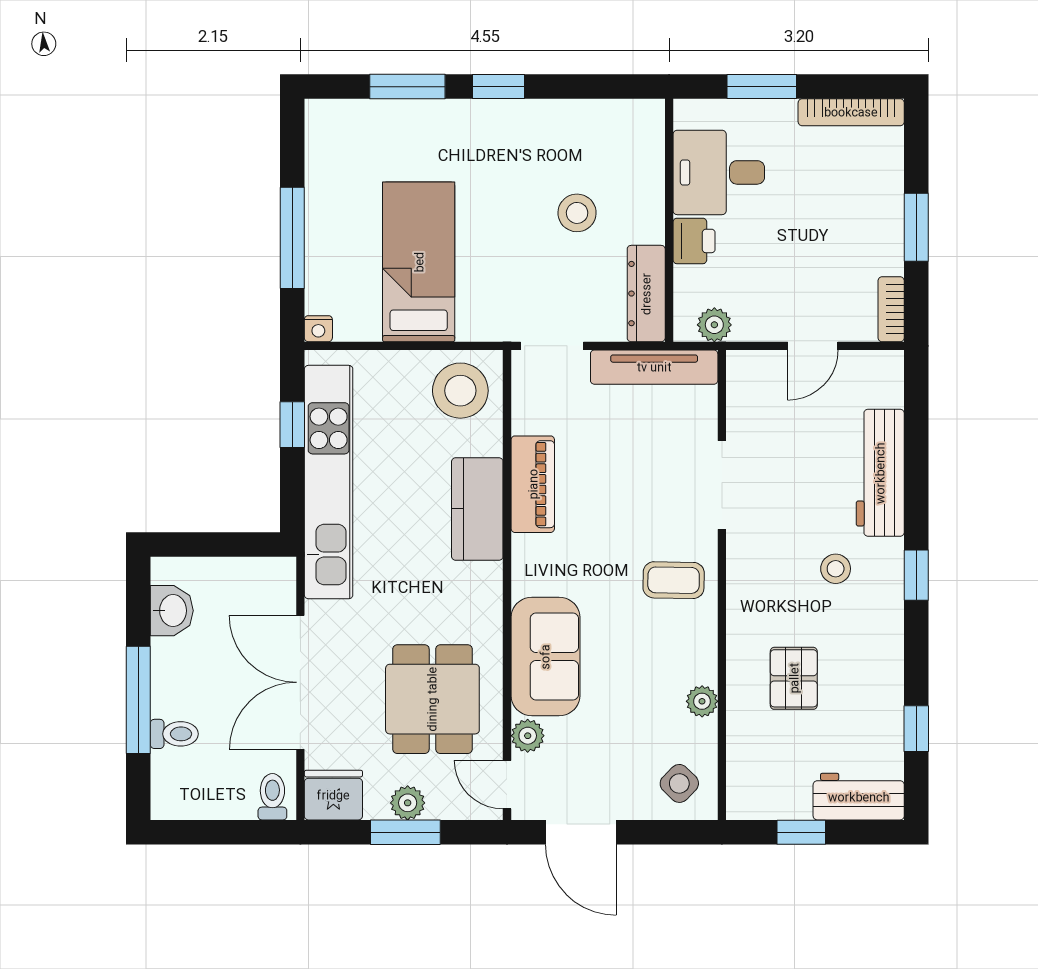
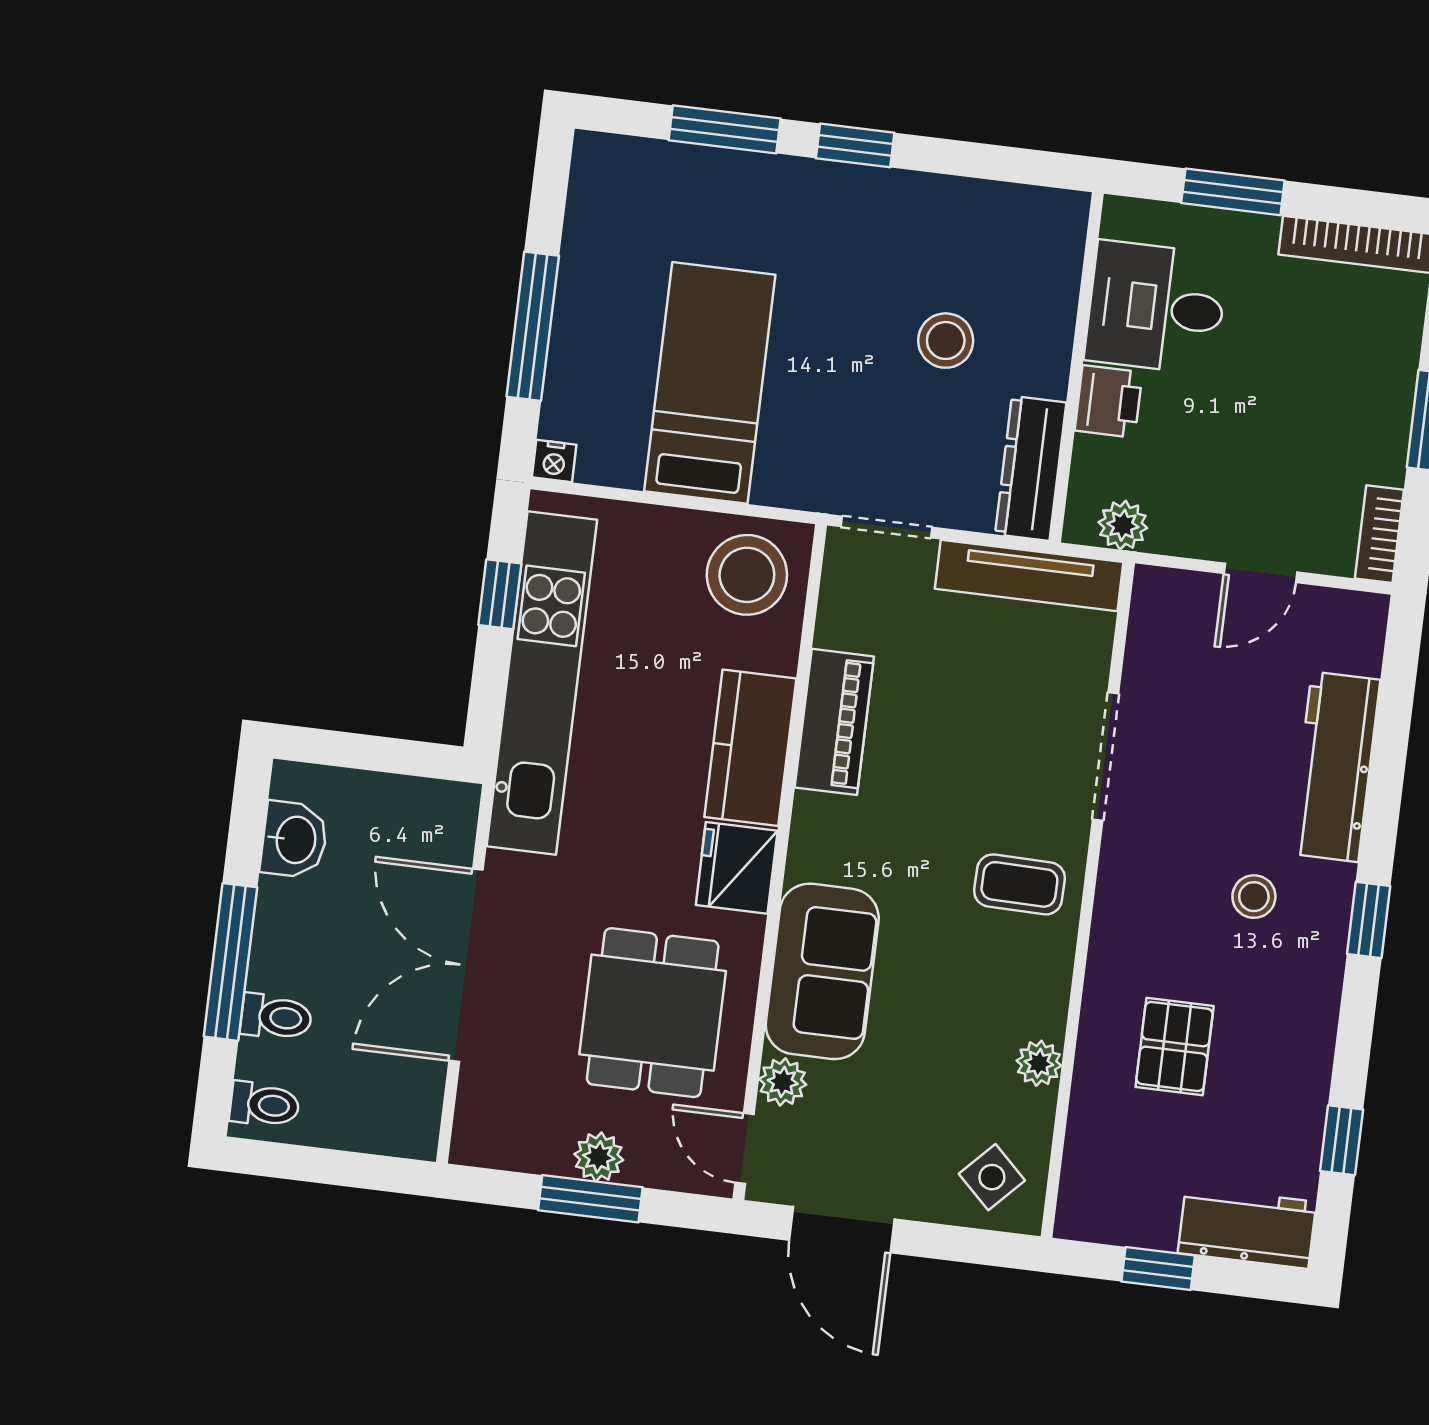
fridge: (333, 795) -> (737, 868), moved, turned -90
toilet: (272, 797) -> (265, 1105), moved, turned 90

